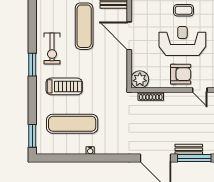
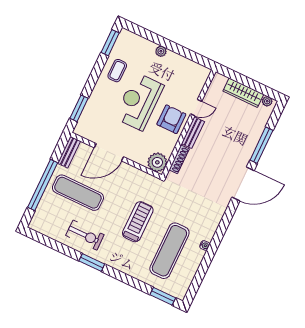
coffee table: (184, 10) -> (117, 71), moved
treadmill: (64, 86) -> (138, 222), moved
bench: (189, 149) -> (193, 133), moved

